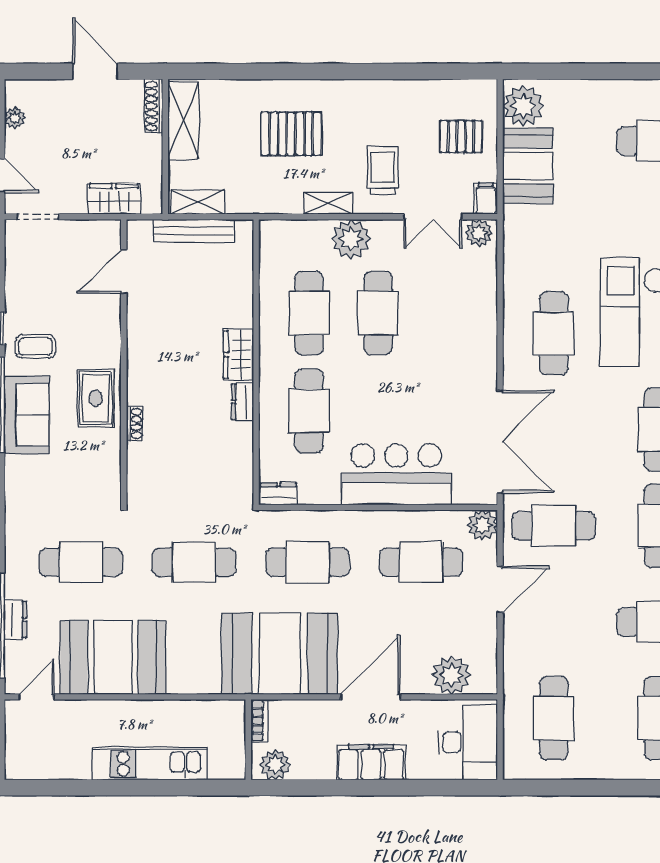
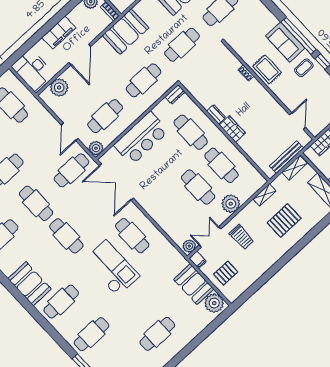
shelving: (328, 203) -> (265, 195), moved
booth: (280, 654) -> (126, 32), width x0.73, depth x0.70

